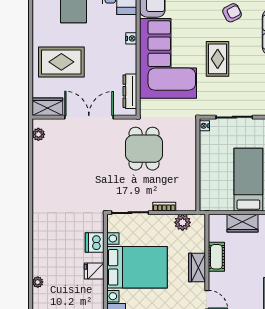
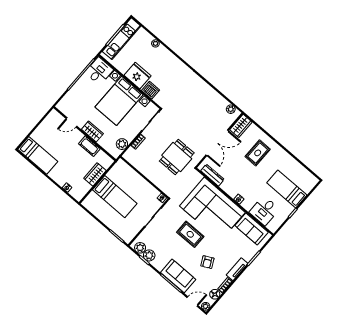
rug: (61, 62) -> (258, 153), width x0.73, depth x0.70
dining table: (144, 149) -> (177, 157), turned 90
fridge: (94, 271) -> (138, 76), width x1.88, depth x1.34

